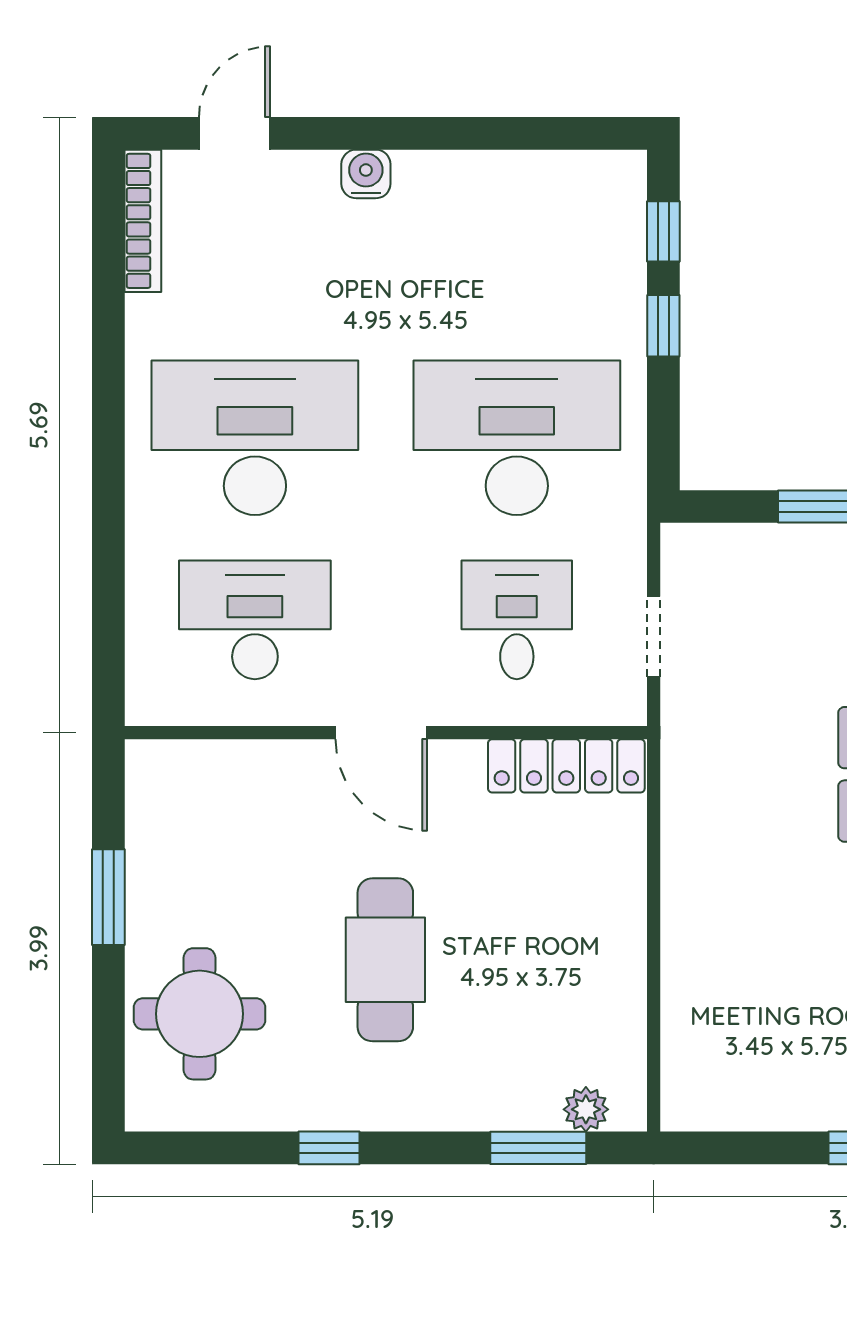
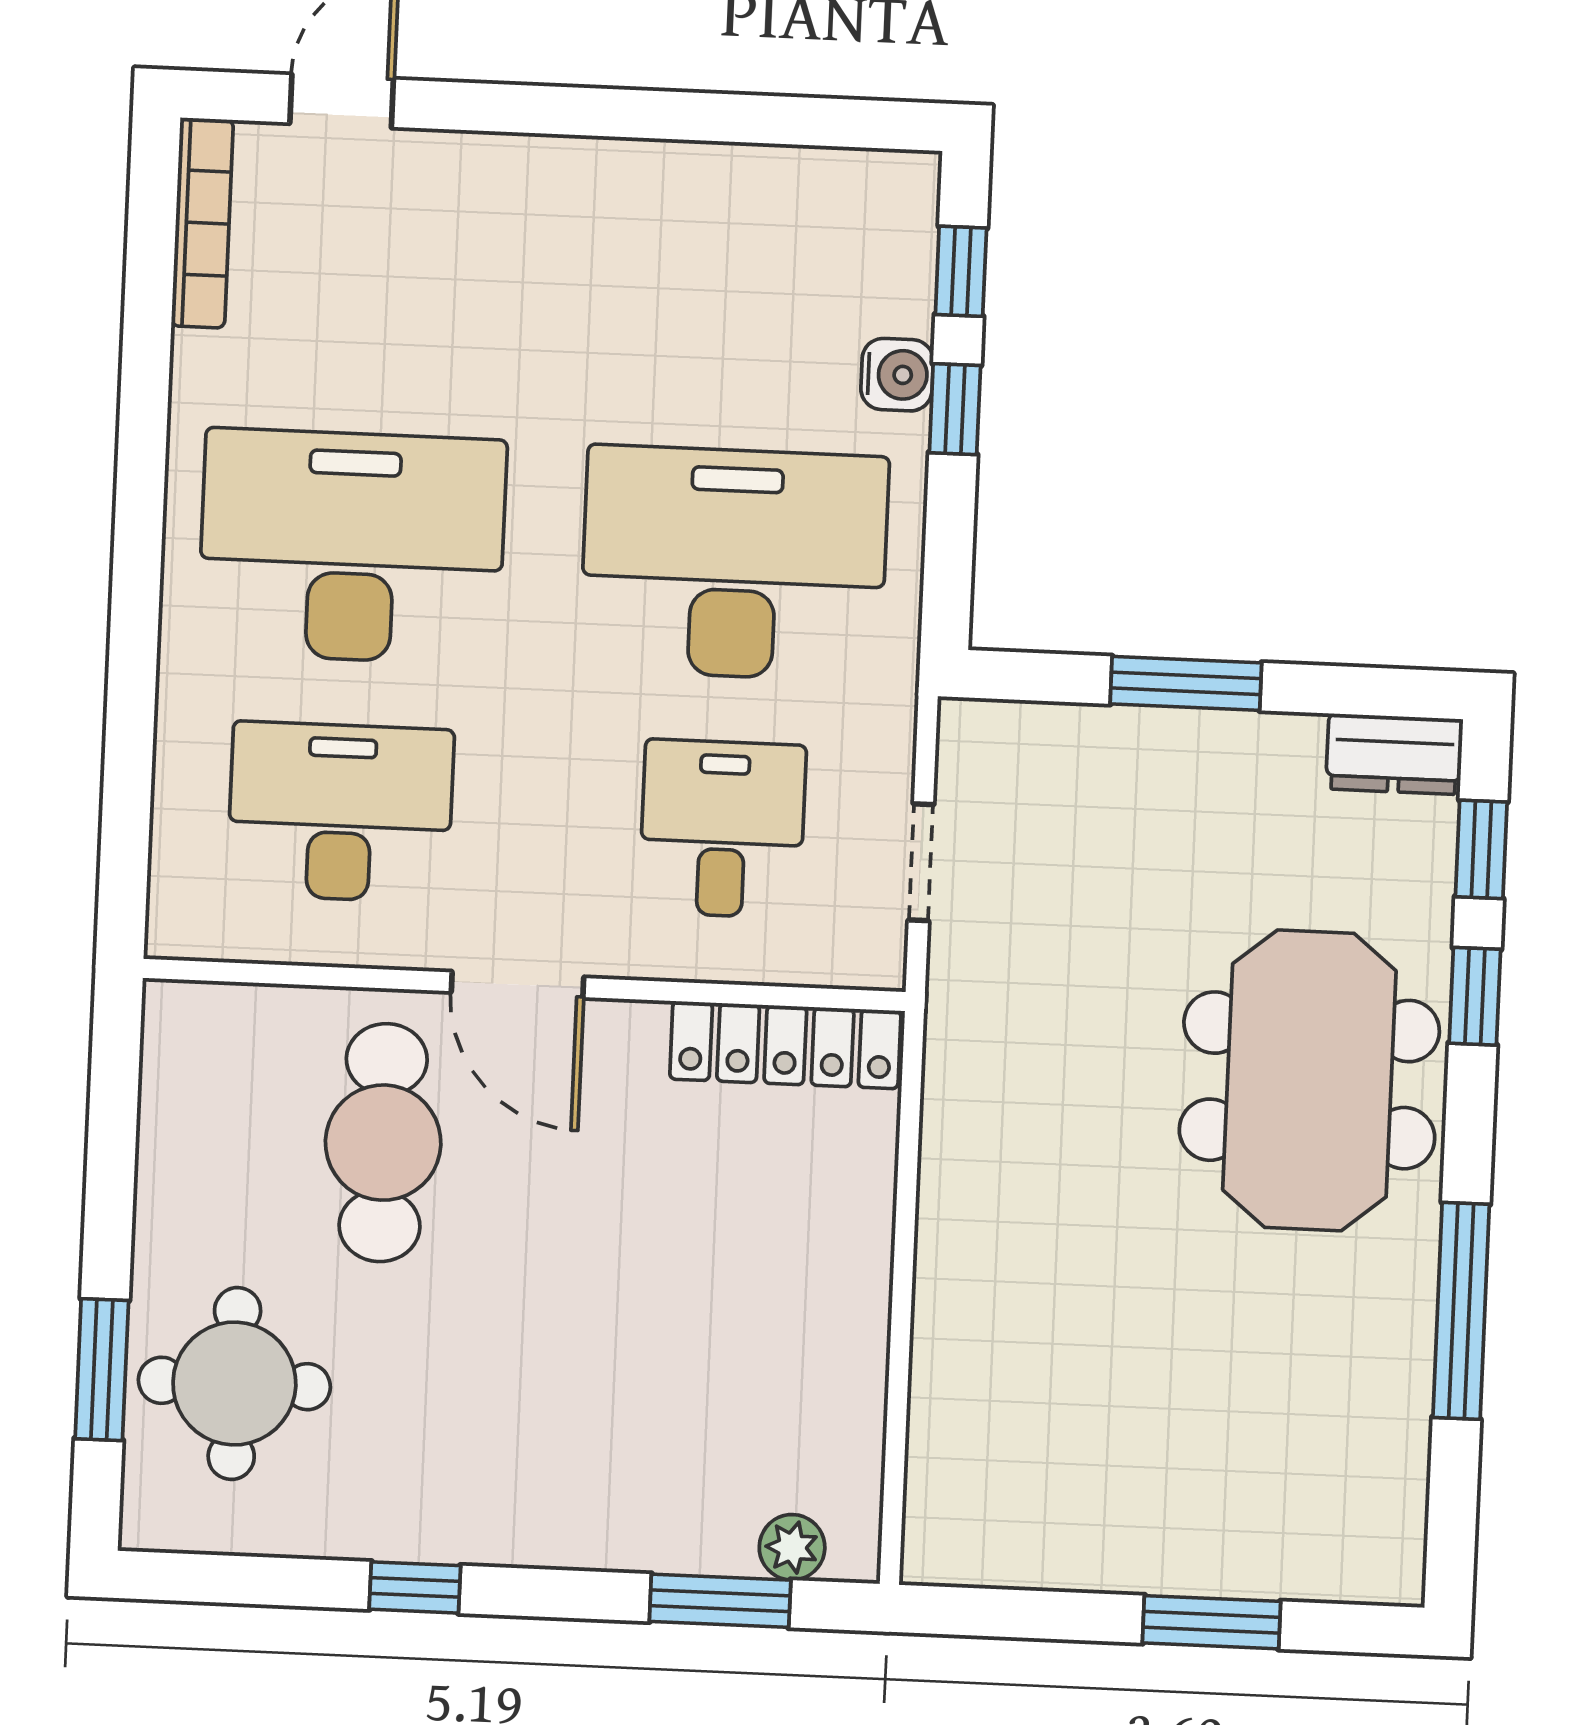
water cooler: (366, 174) -> (897, 375), moved, turned 90
window: (108, 897) -> (102, 1370), moved
cafe table: (385, 960) -> (383, 1143), moved

